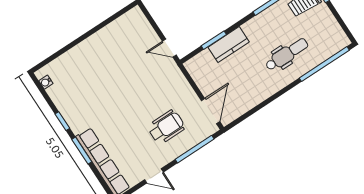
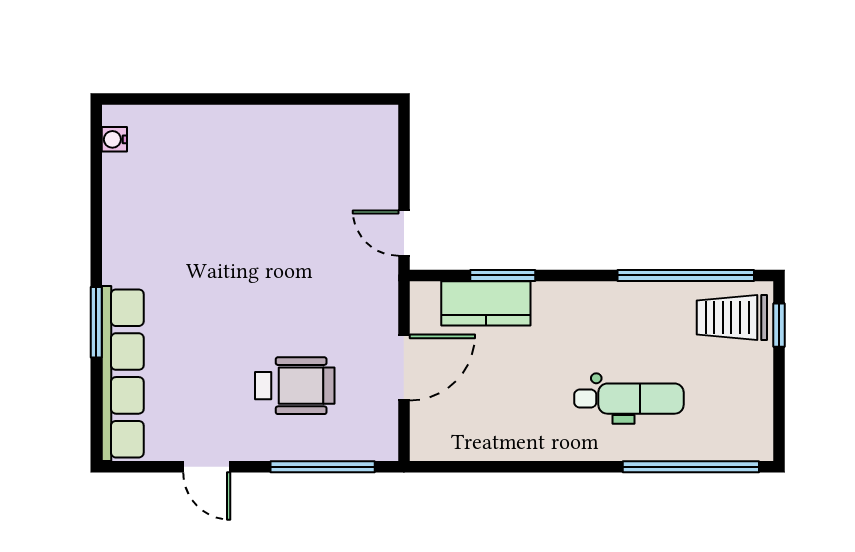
kitchen counter: (229, 45) -> (486, 303), moved
door: (211, 111) -> (404, 367), moved
window: (62, 121) -> (96, 238), removed

